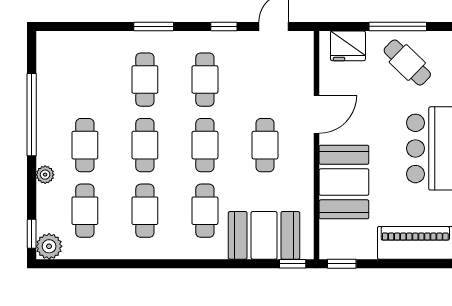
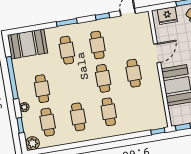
cafe table: (145, 145) -> (73, 84), removed
window: (32, 234) -> (20, 125), moved
booth: (264, 235) -> (28, 44), moved

